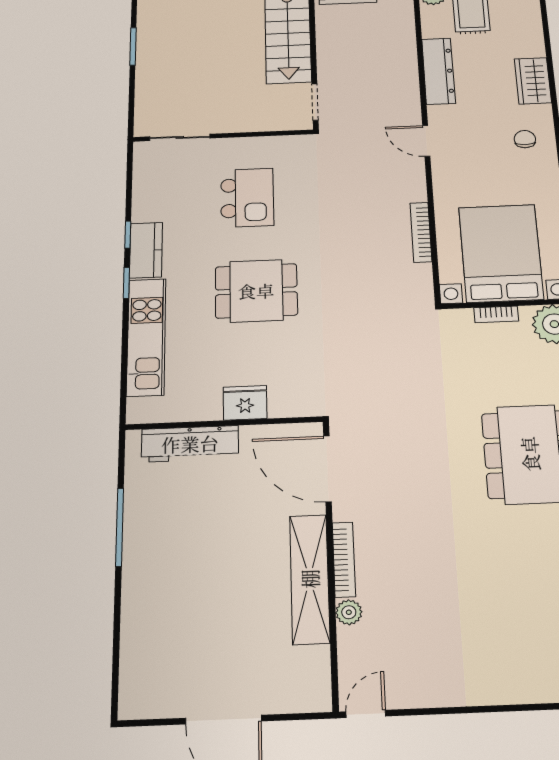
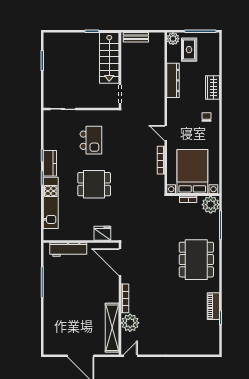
door: (426, 141) -> (166, 133), moved
fridge: (245, 403) -> (102, 233), moved
shelving: (310, 579) -> (112, 328), moved
plant: (349, 612) -> (130, 323), width x1.87, depth x1.87

